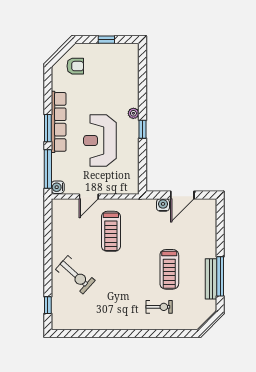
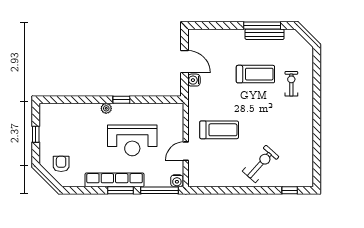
door: (89, 196) -> (186, 151), swing flipped

